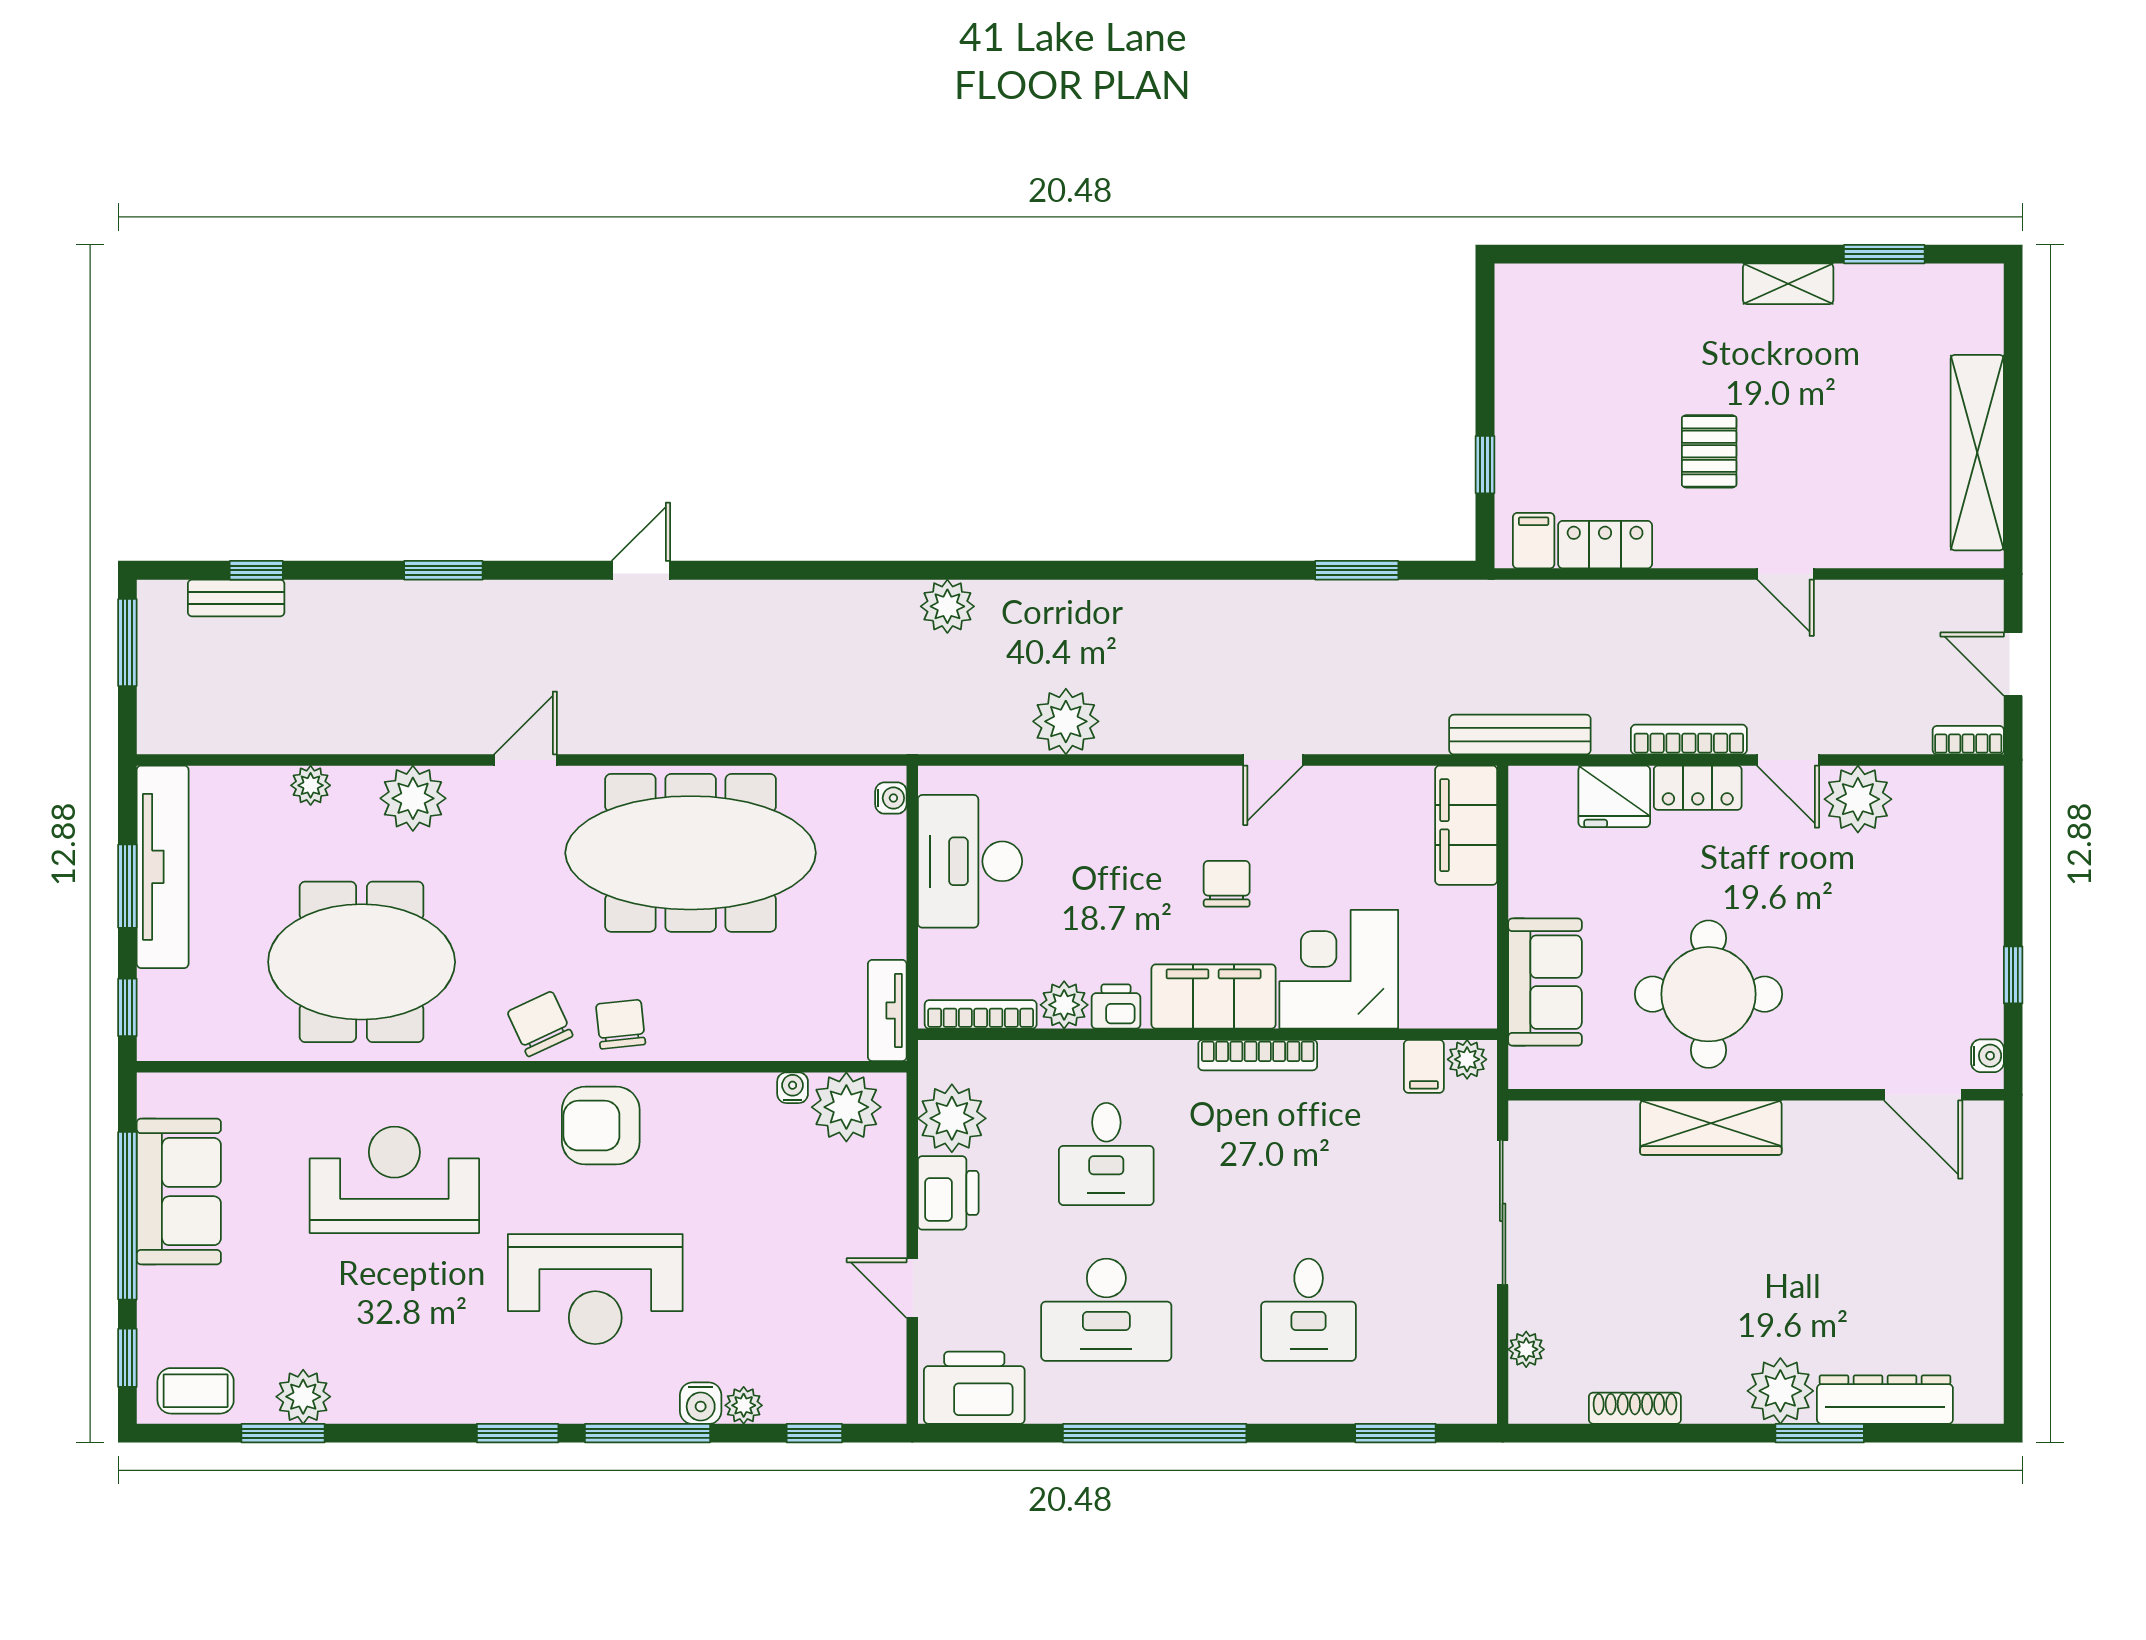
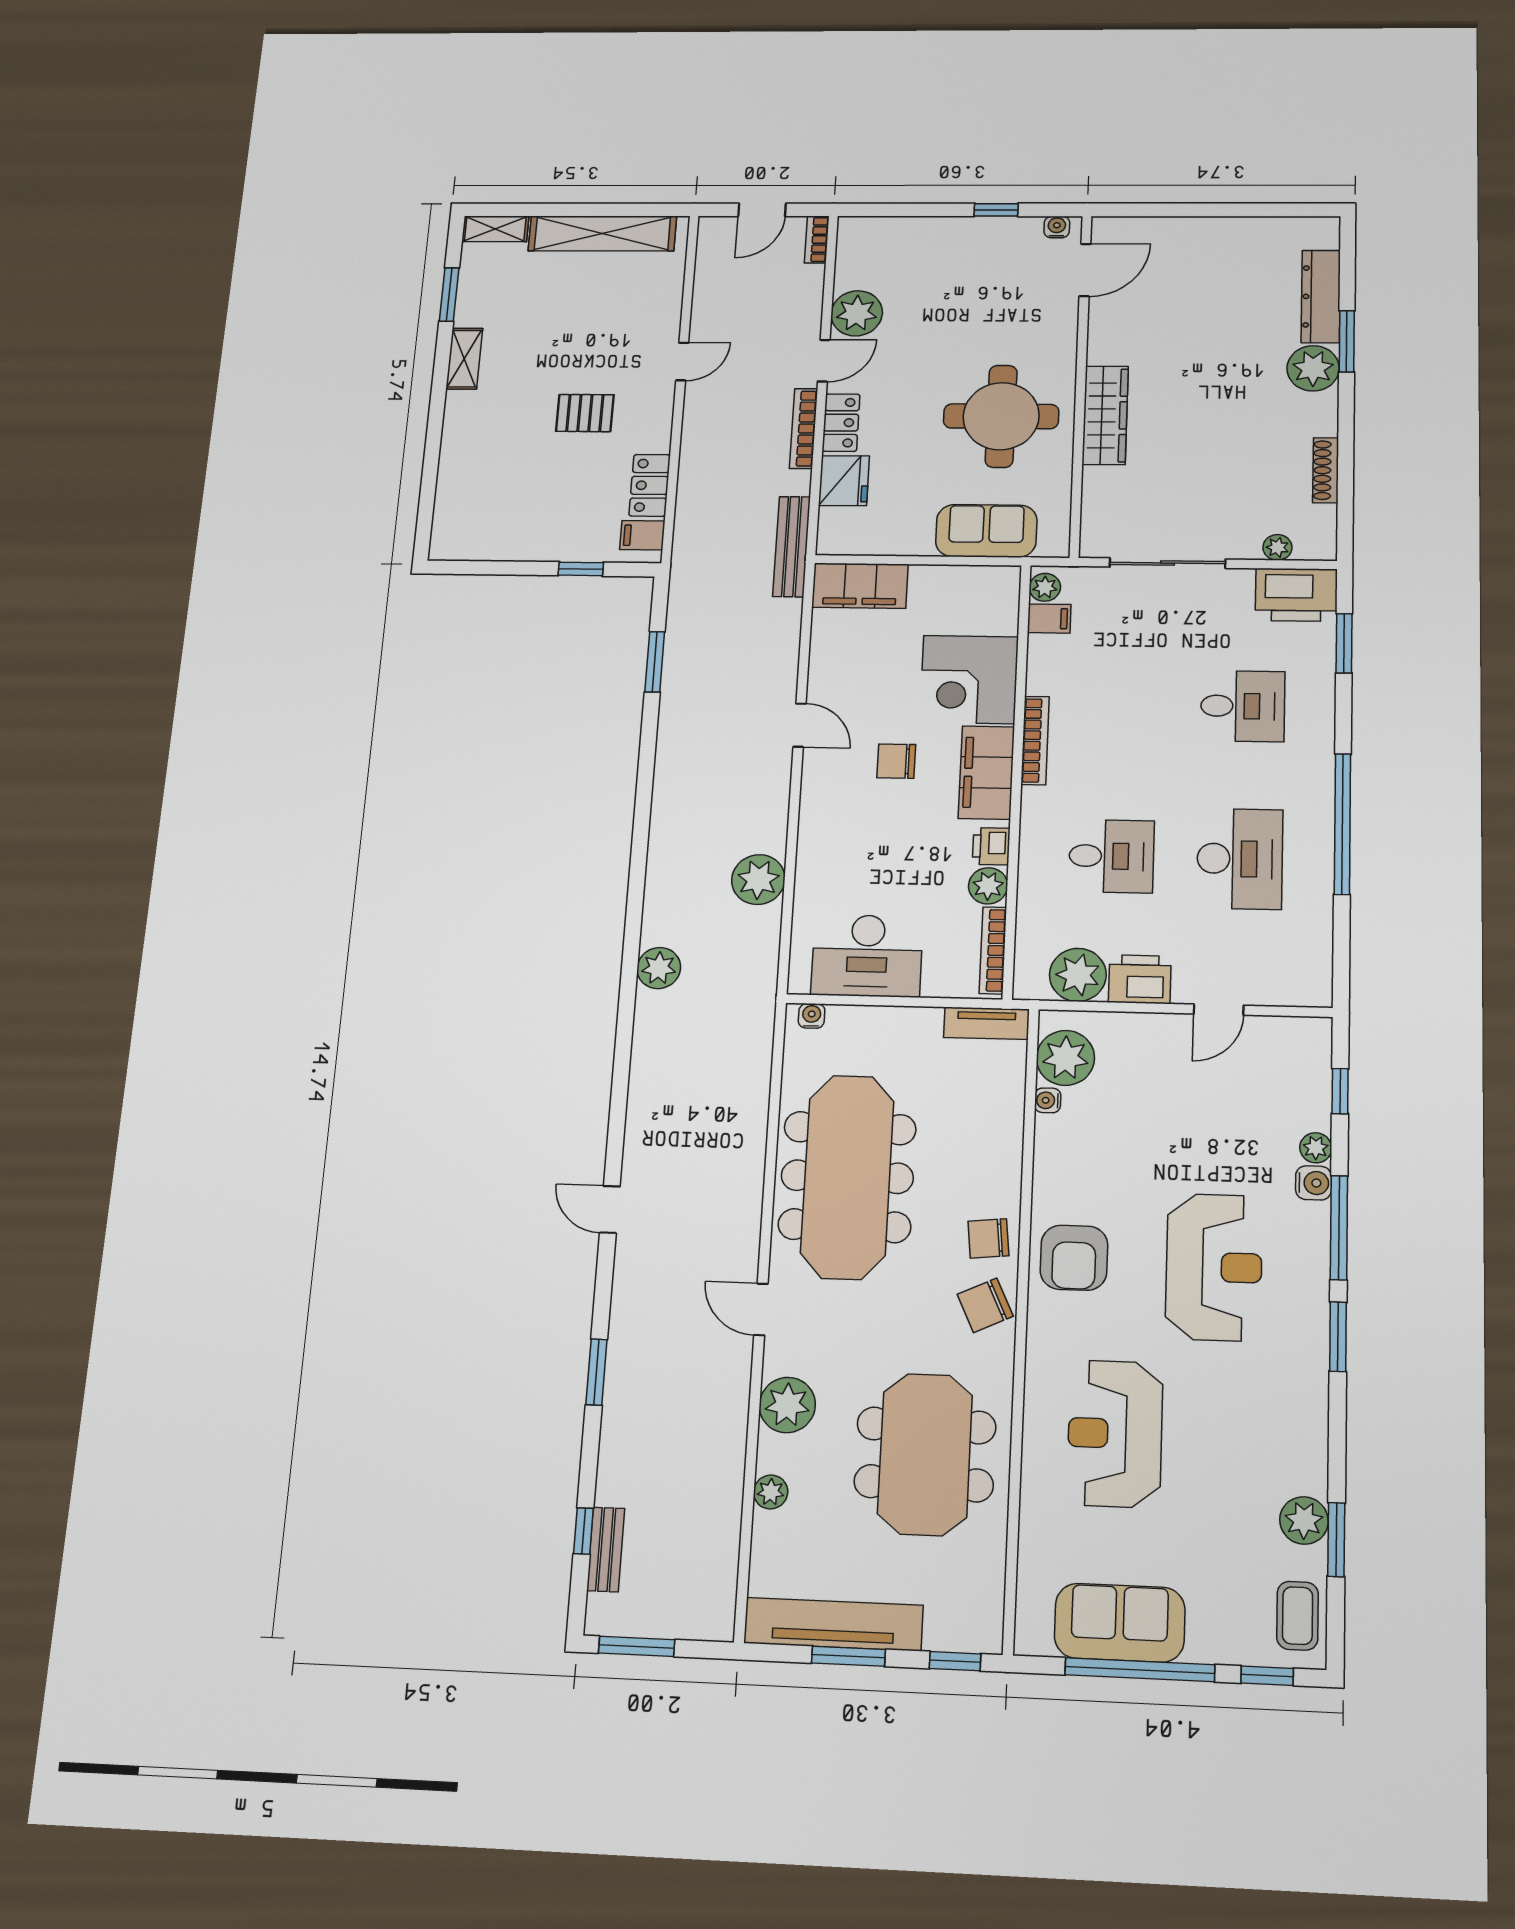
shelving: (1984, 307) -> (495, 229), added
printer: (974, 1388) -> (1296, 595), moved, turned -90

